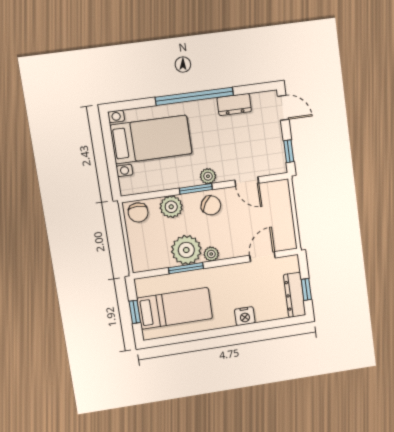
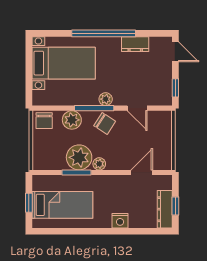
window: (196, 189) -> (94, 108), width x1.44

